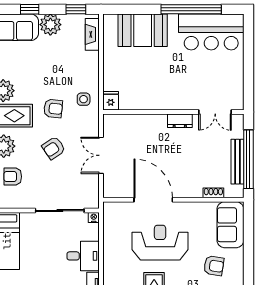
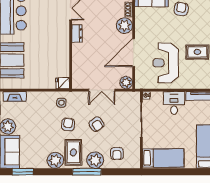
plant: (191, 187) -> (124, 26), added
plant: (112, 189) -> (126, 83), added
reception desk: (160, 243) -> (166, 63), moved

